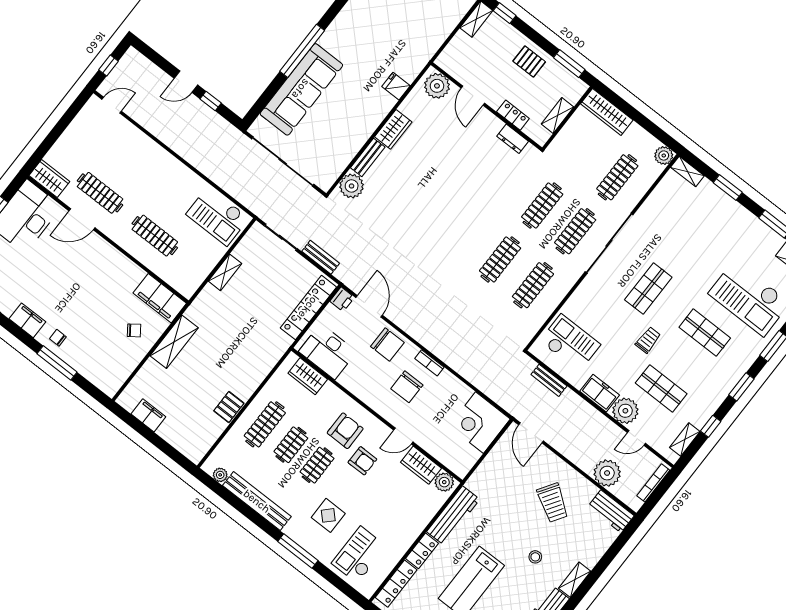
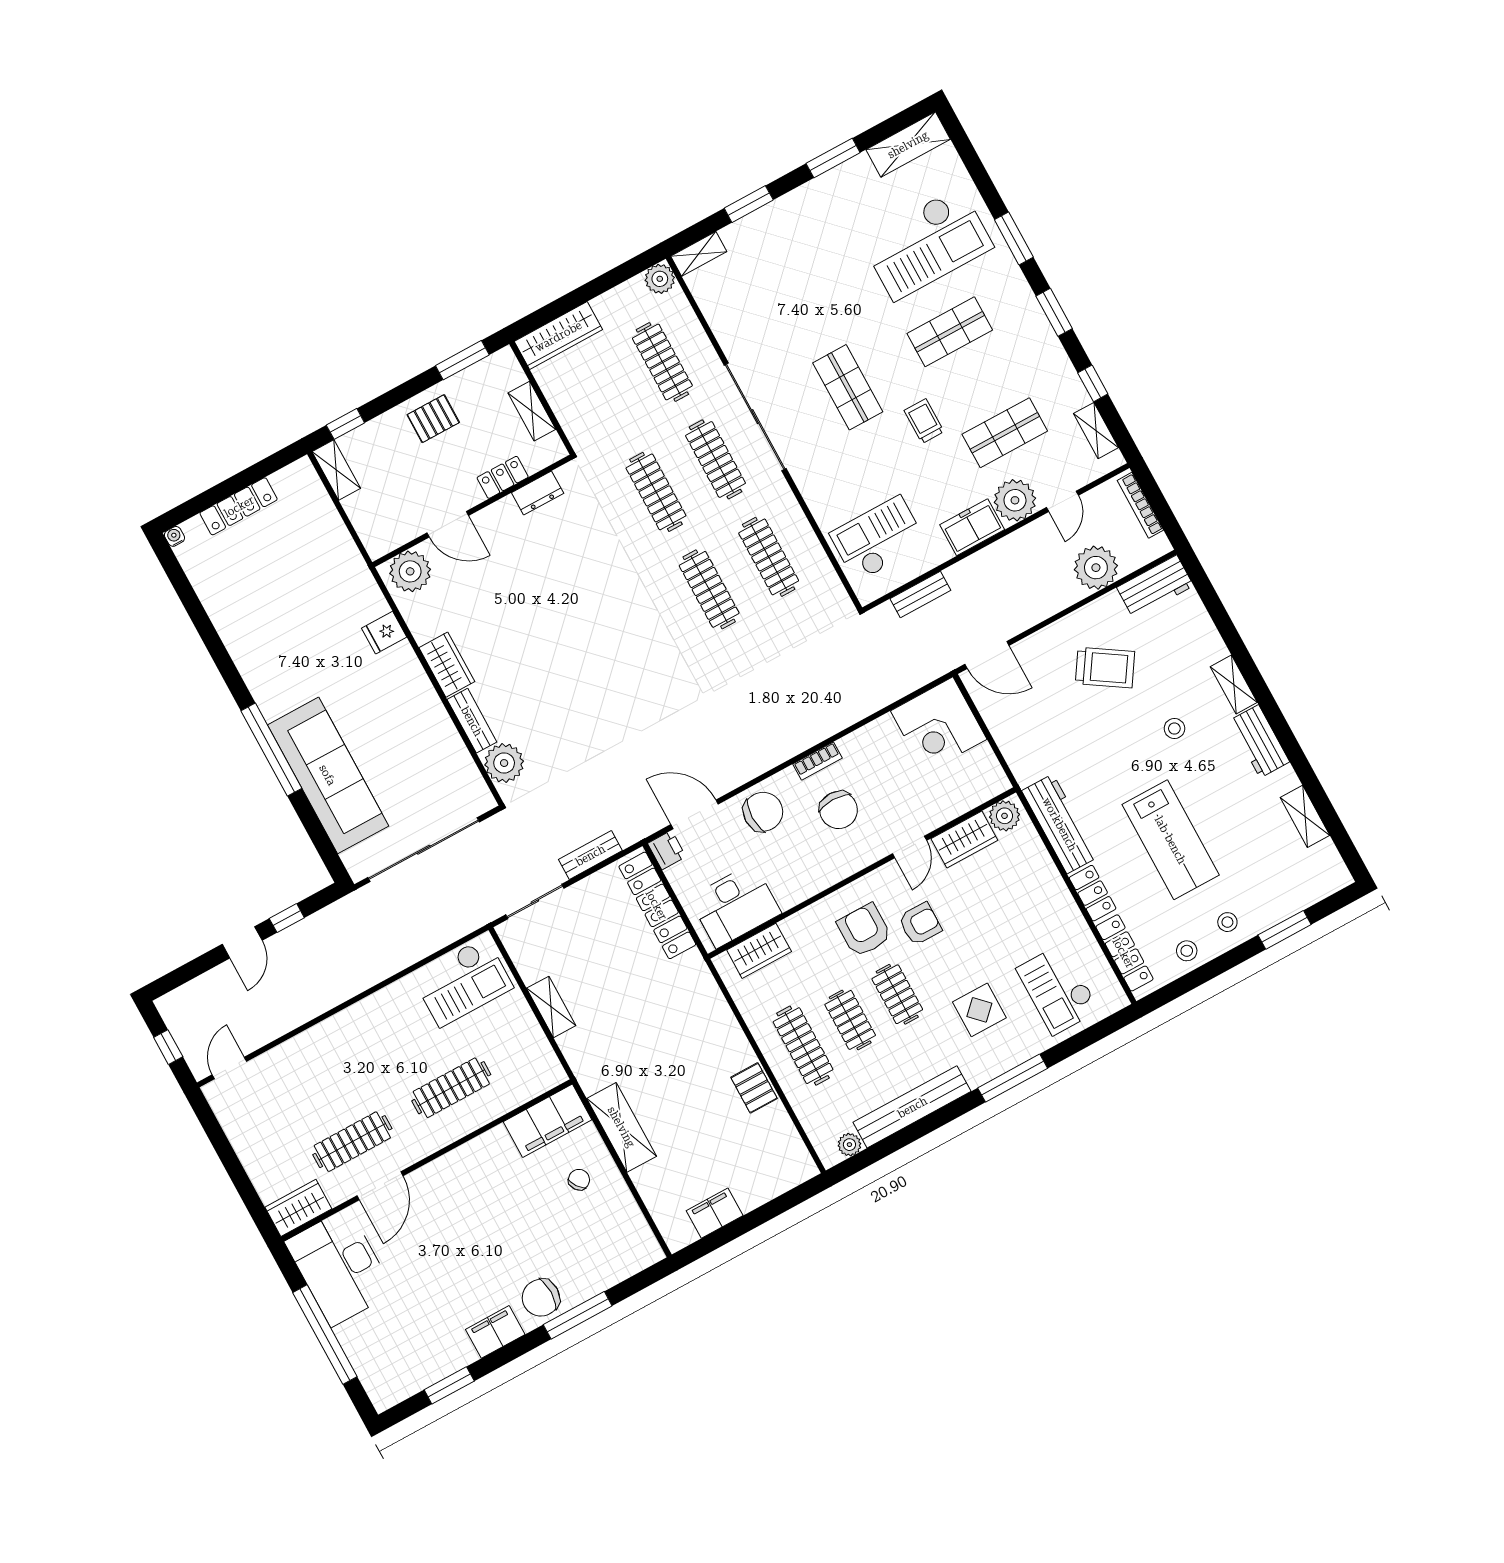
chair: (58, 338) -> (541, 1298), width x1.87, depth x1.87

